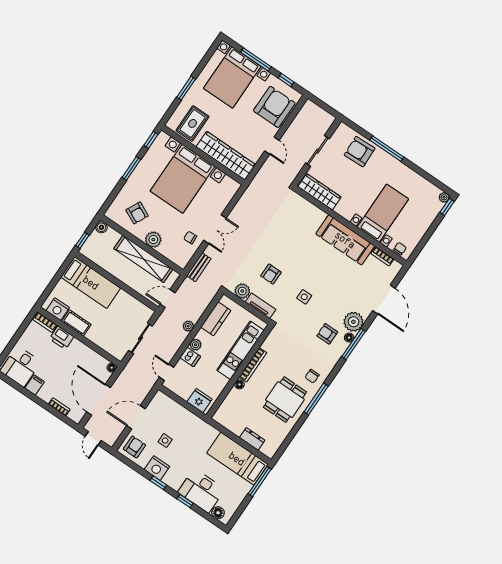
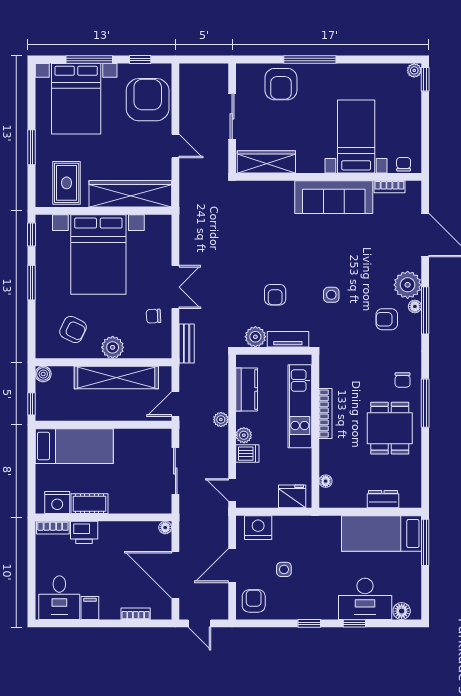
armchair: (360, 152) -> (281, 84), turned -88
floor lamp: (239, 384) -> (326, 481), moved
nightstand: (157, 468) -> (258, 528), moved, turned 180

